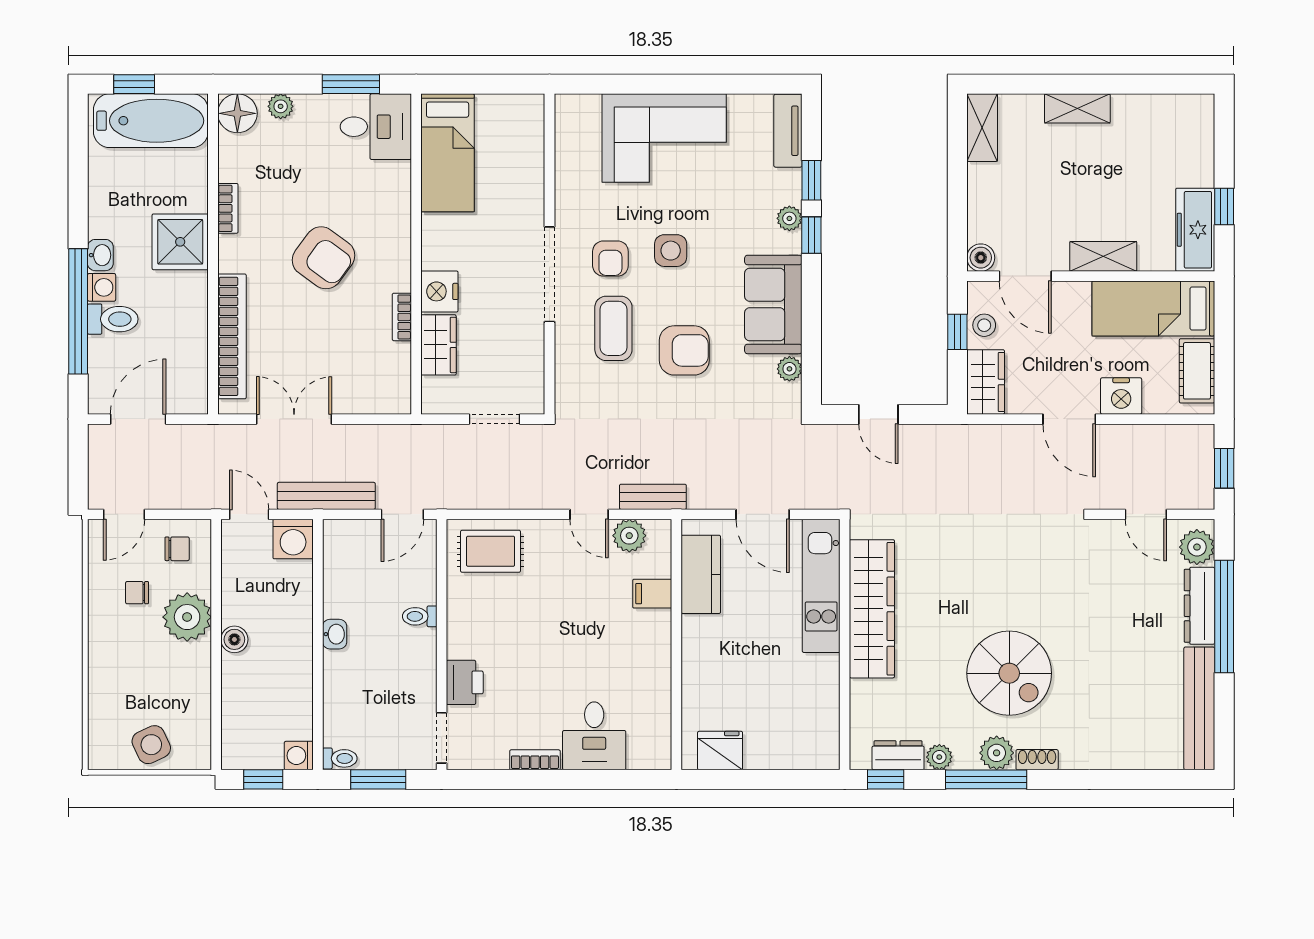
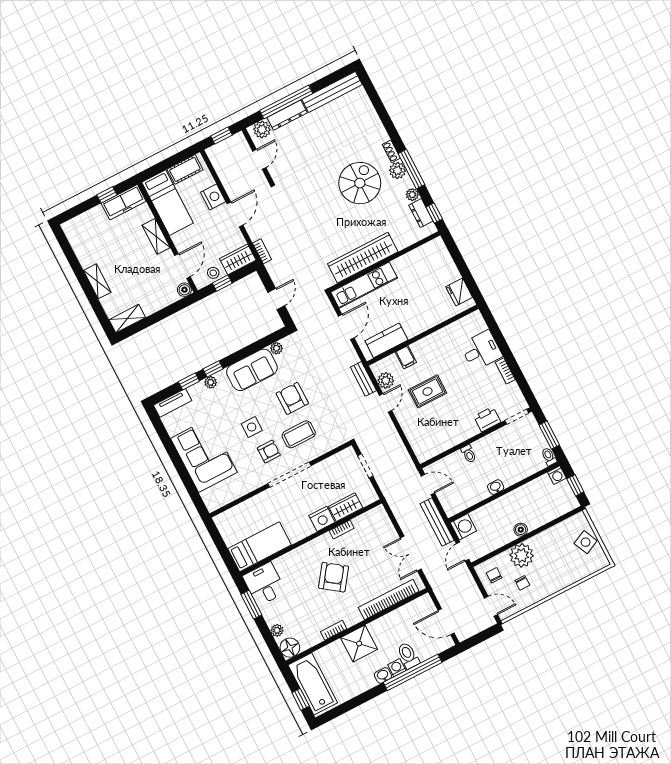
bookcase: (977, 433) -> (262, 251), added
rug: (491, 551) -> (428, 391), moved, turned 90

